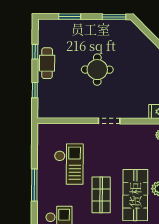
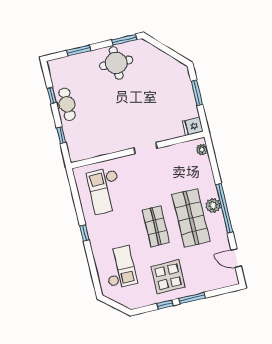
round table: (97, 70) -> (116, 63), moved
checkout: (69, 164) -> (105, 191), moved, turned 180
window: (34, 185) -> (84, 233), width x0.46

